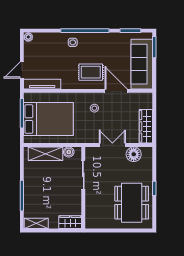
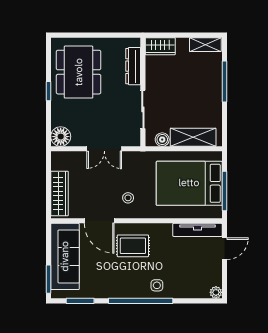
wardrobe: (146, 126) -> (59, 194), moved
floor lamp: (134, 154) -> (61, 137), moved
dresser: (91, 207) -> (133, 66), added

